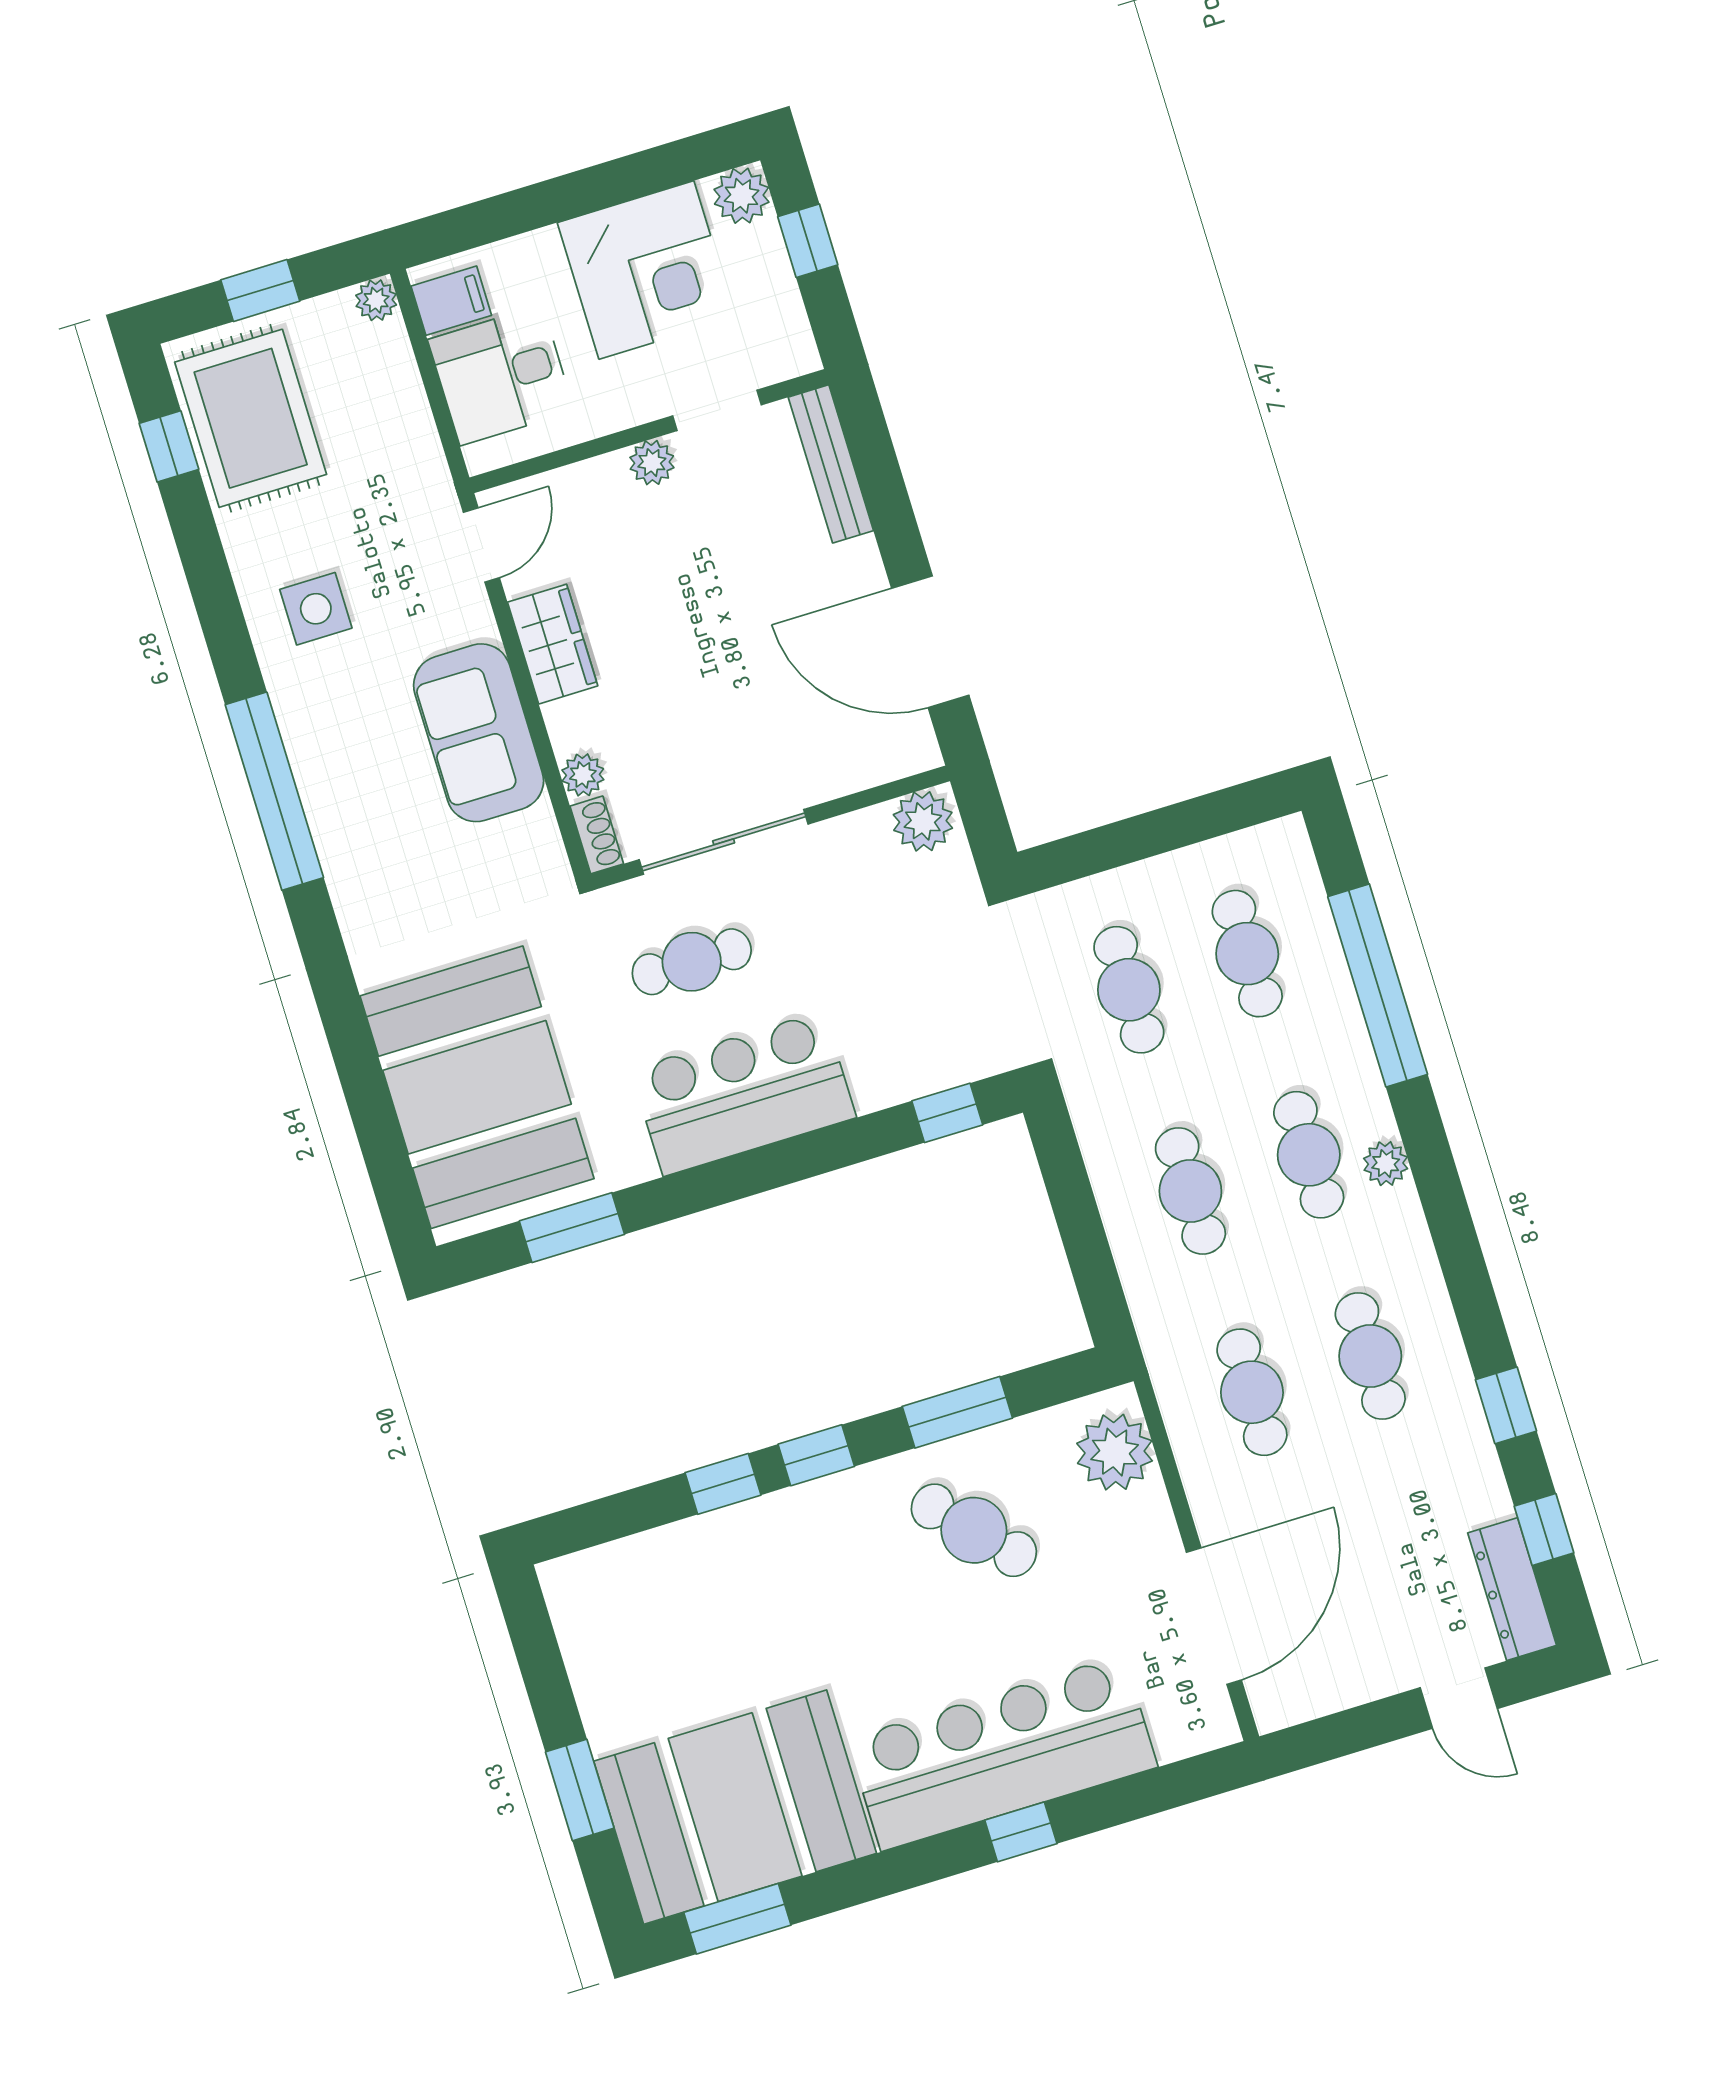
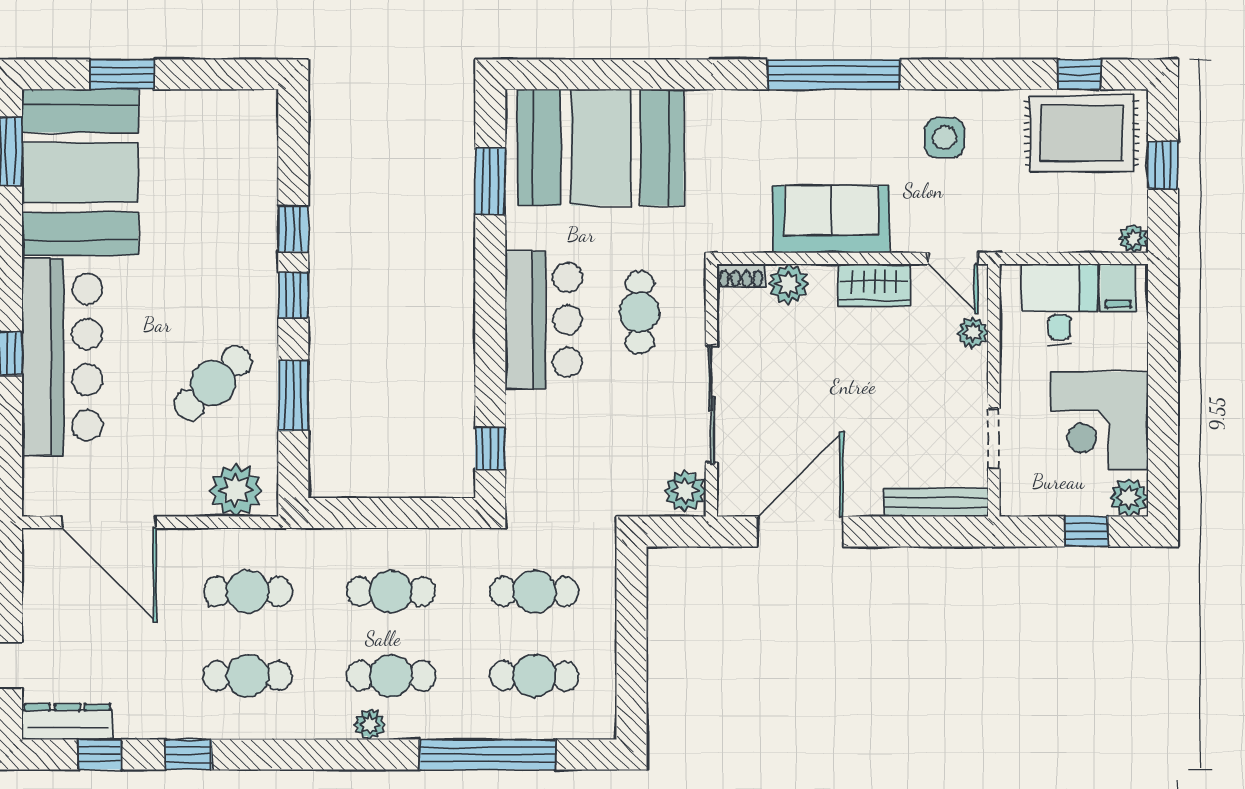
plant: (652, 463) -> (973, 333), moved
plant: (583, 775) -> (789, 284), width x1.38, depth x1.38
sliding door: (724, 842) -> (711, 404), moved

